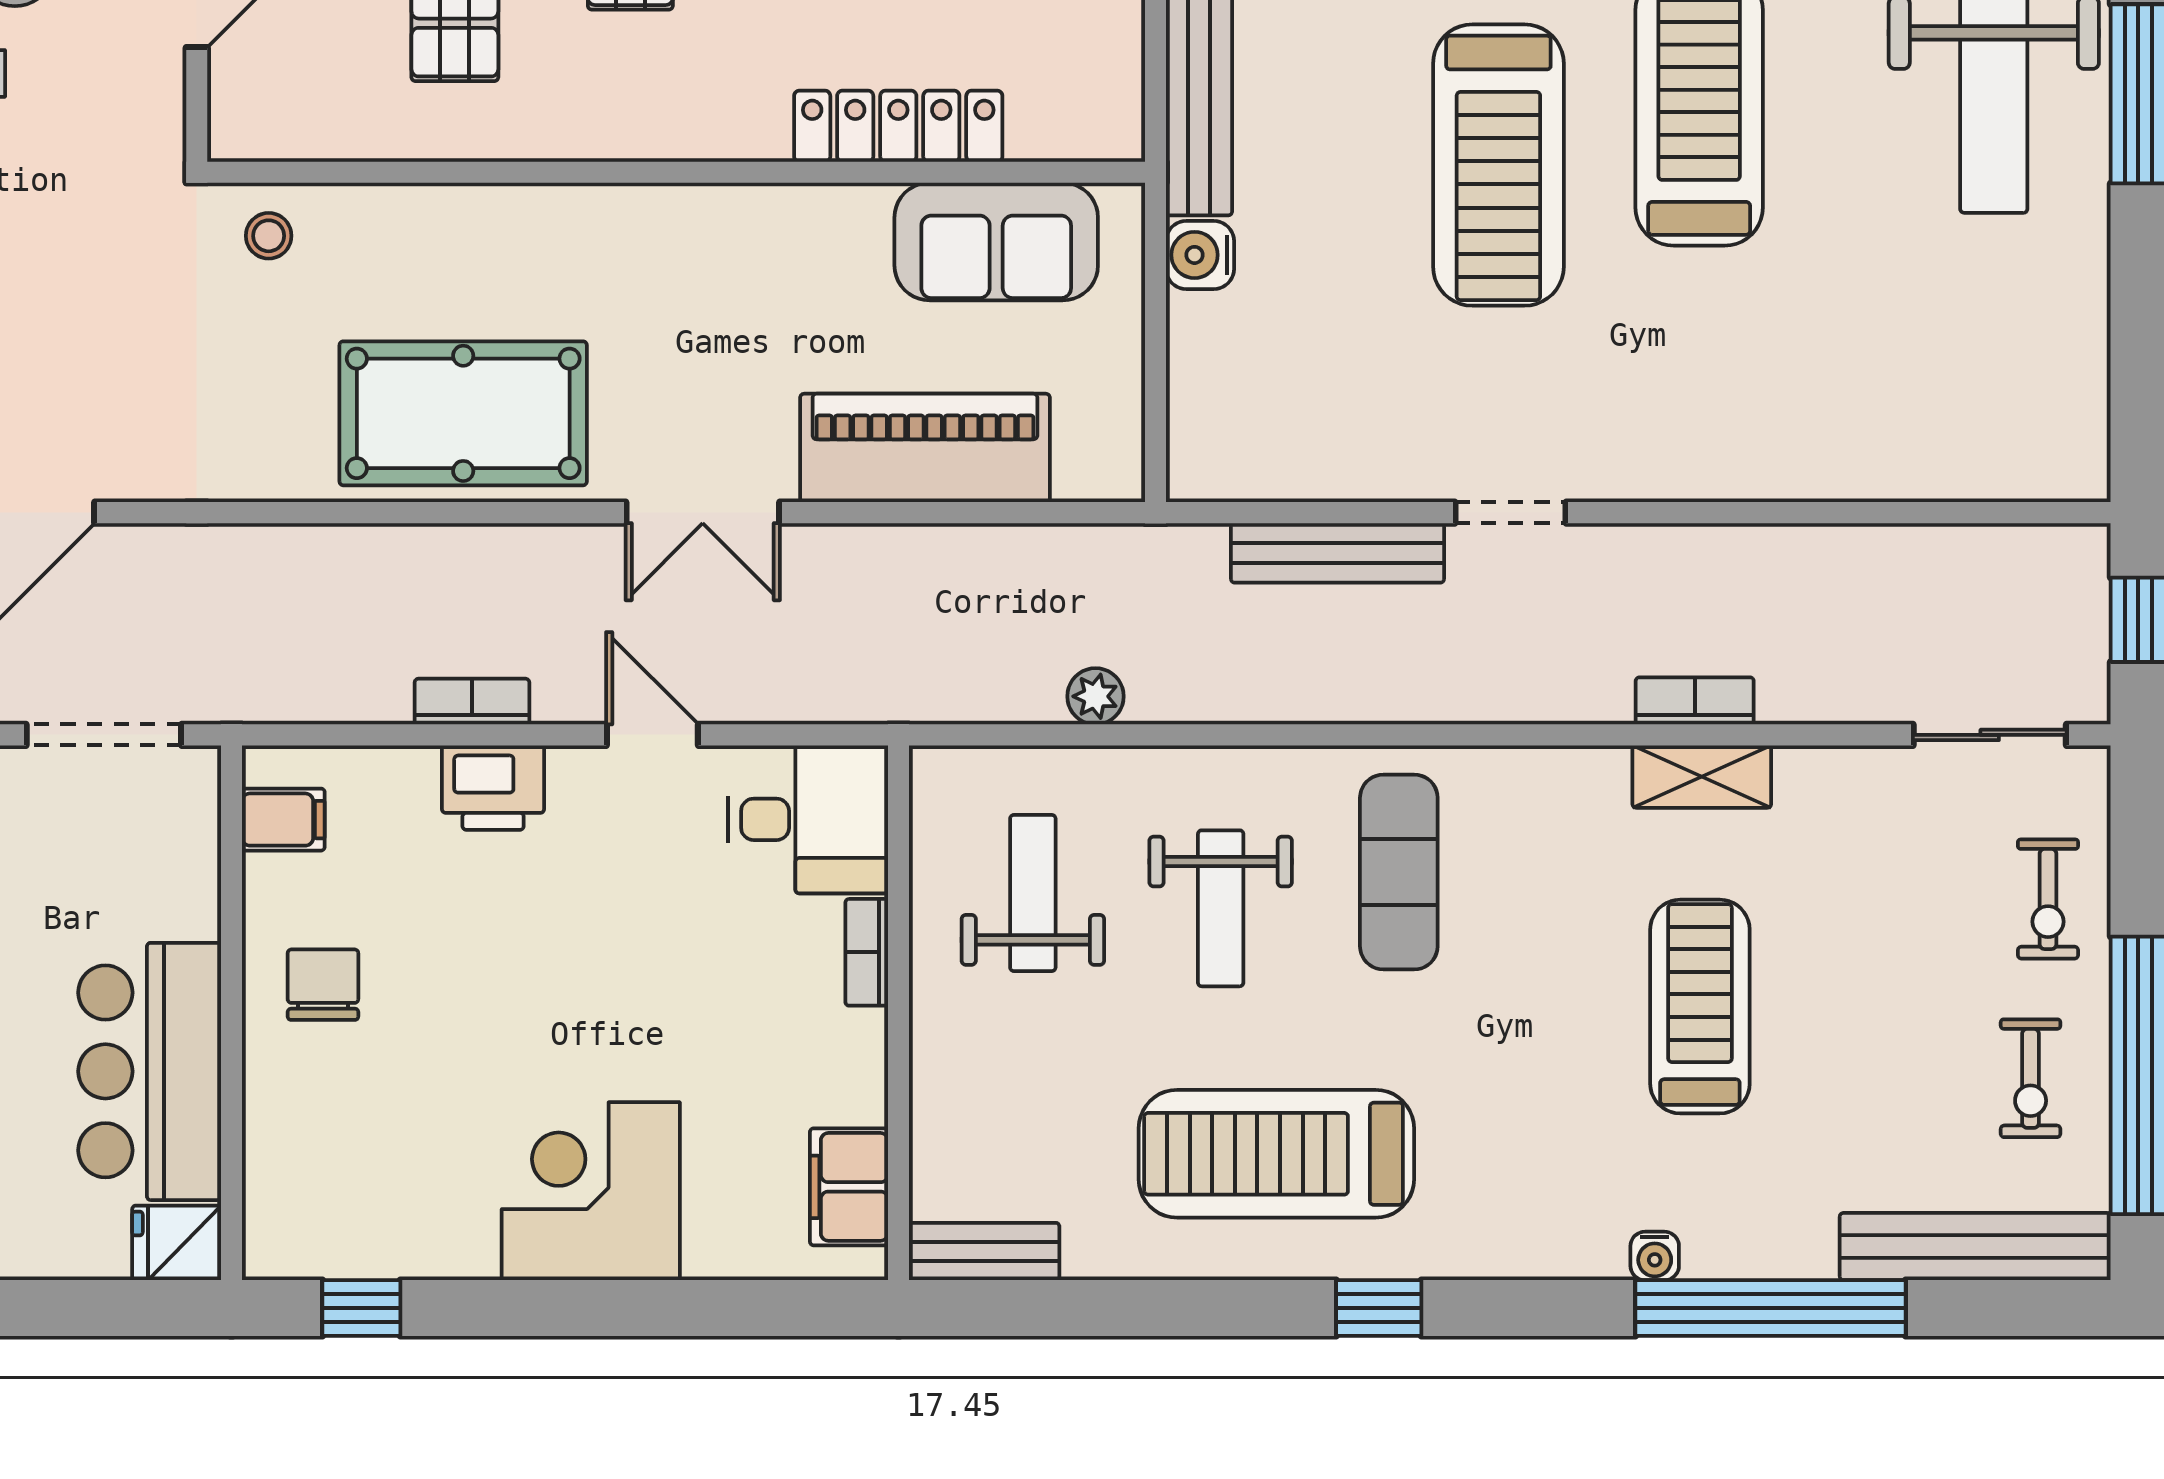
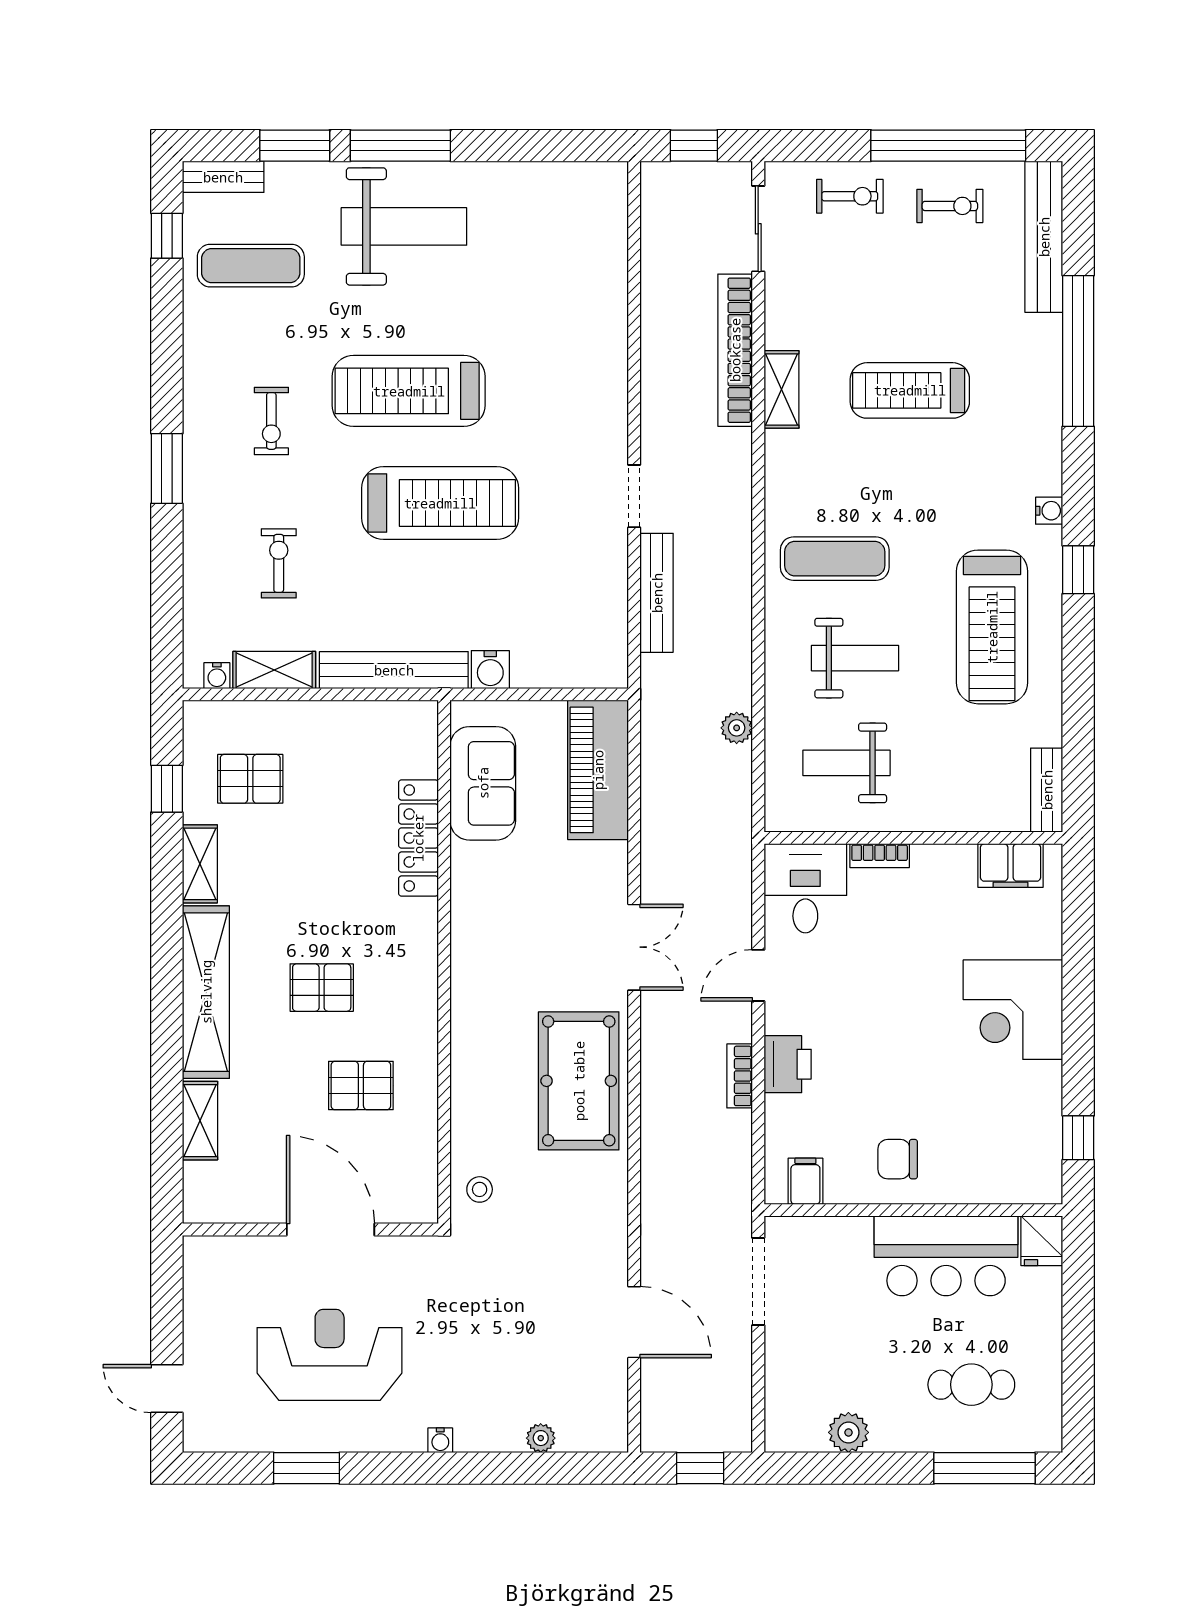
piano: (925, 448) -> (598, 770), moved
bookcase: (1695, 701) -> (735, 350), width x2.31, depth x1.31
water cooler: (1655, 1256) -> (1049, 511), moved

